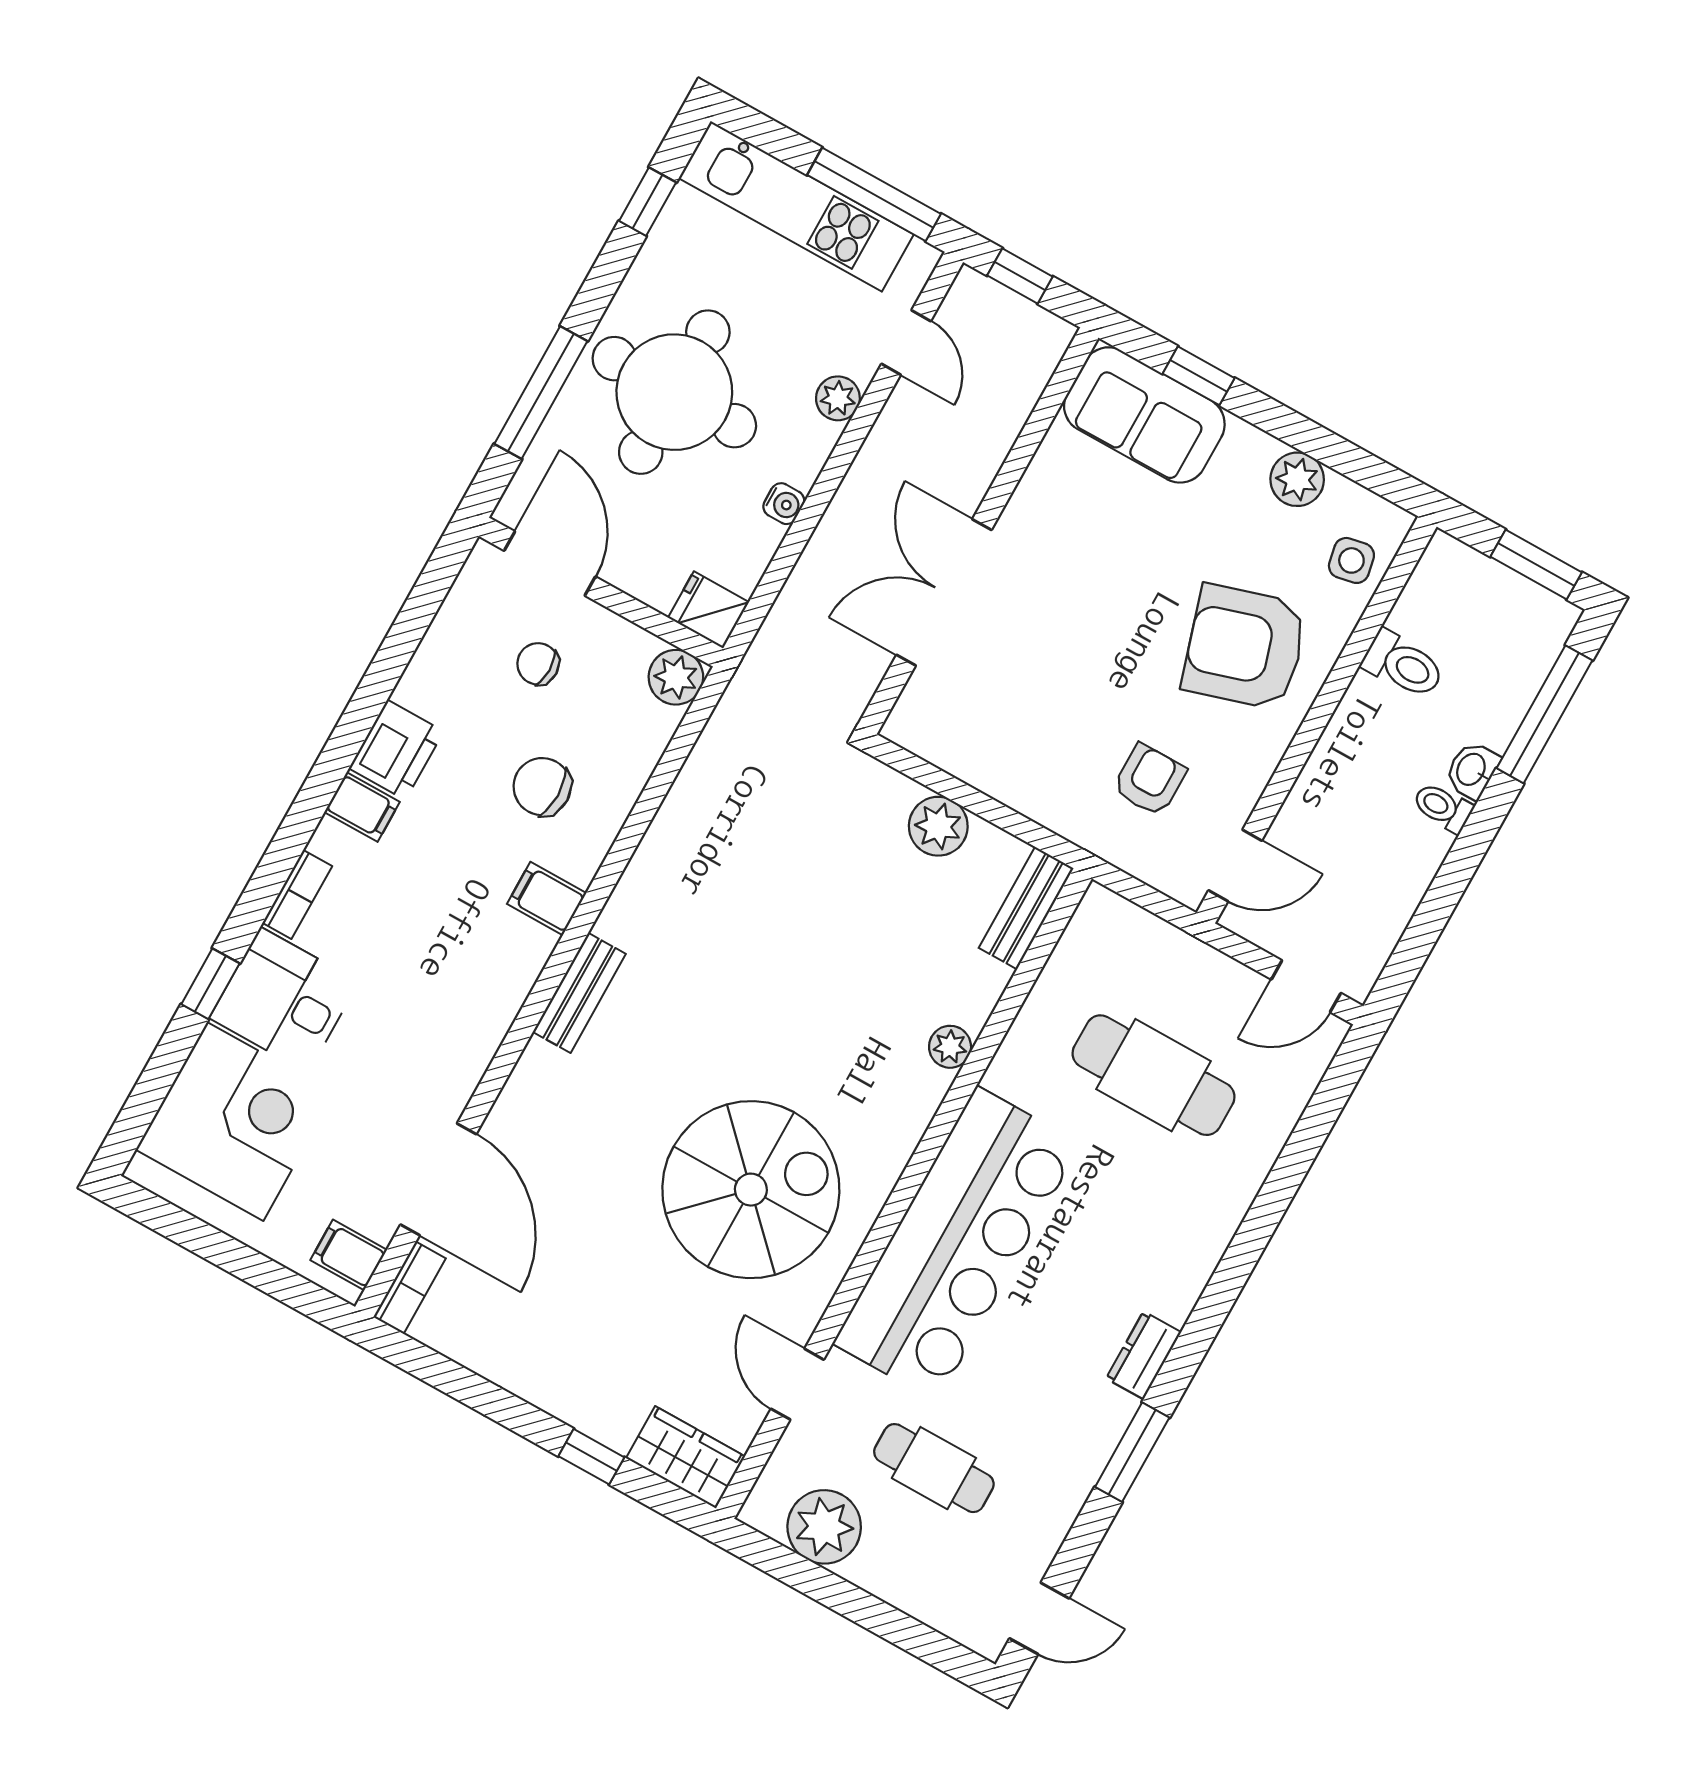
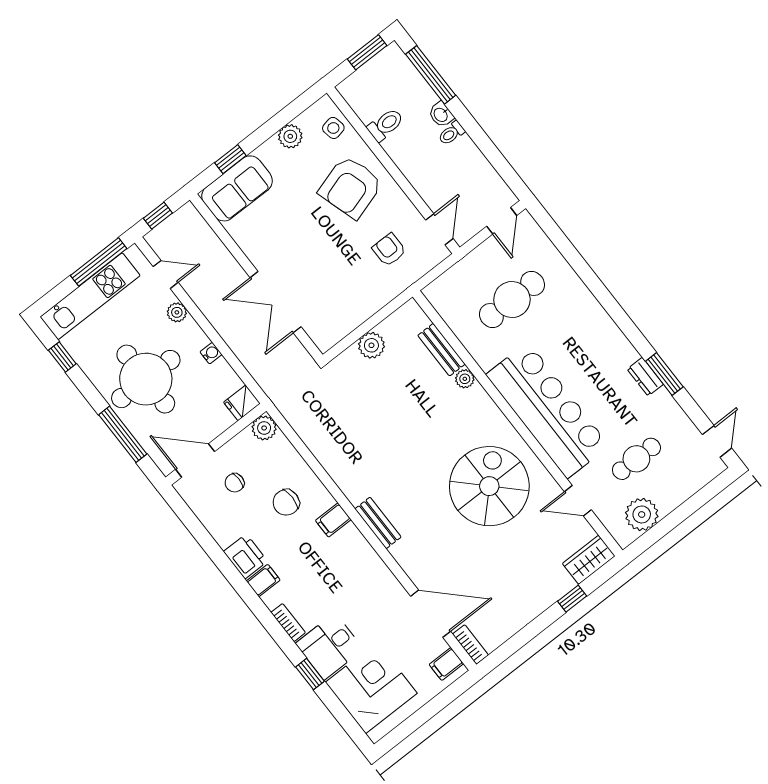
bench: (1026, 908) -> (441, 350), moved
dresser: (1144, 1355) -> (645, 377), moved

